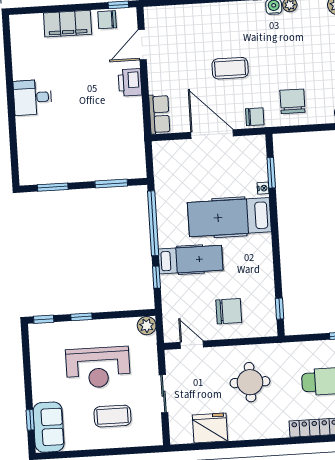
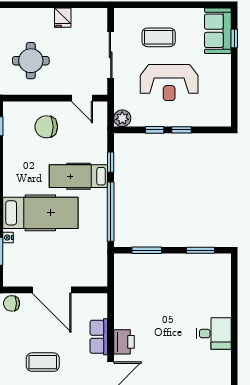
coffee table: (230, 68) -> (43, 362), moved
row of seats: (159, 114) -> (99, 337), moved
window: (44, 319) -> (155, 130), moved
reception desk: (98, 368) -> (169, 83), turned 180
sliding door: (164, 394) -> (111, 55), width x1.37
fridge: (210, 428) -> (63, 18), width x0.53, depth x0.75

